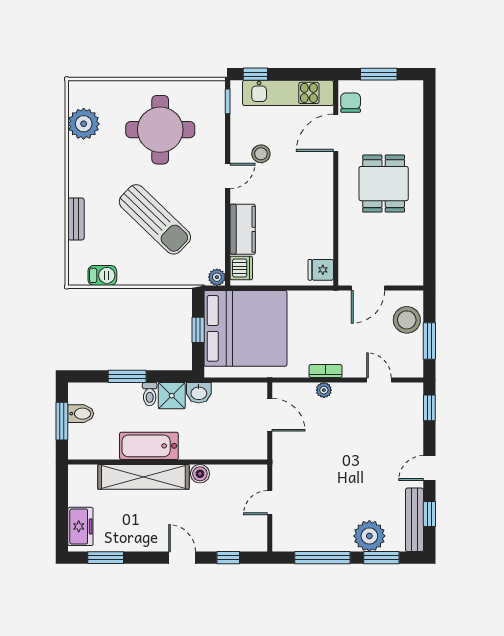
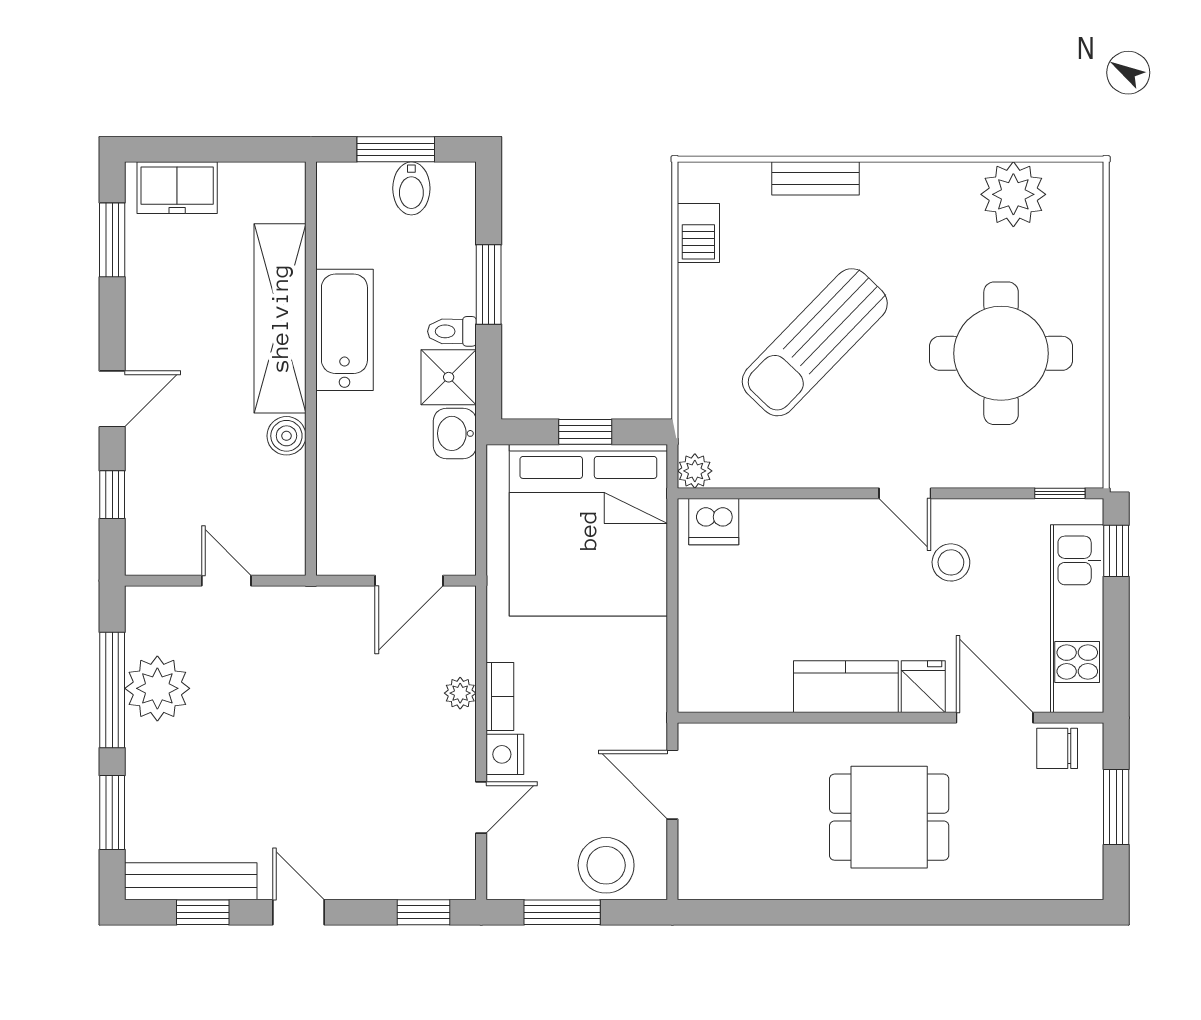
chair: (351, 103) -> (1057, 748), turned 180
kitchen counter: (243, 229) -> (846, 687), moved, turned 180
fridge: (321, 270) -> (923, 687), moved
nightstand: (353, 369) -> (505, 754), added
plant: (369, 536) -> (157, 688), moved

